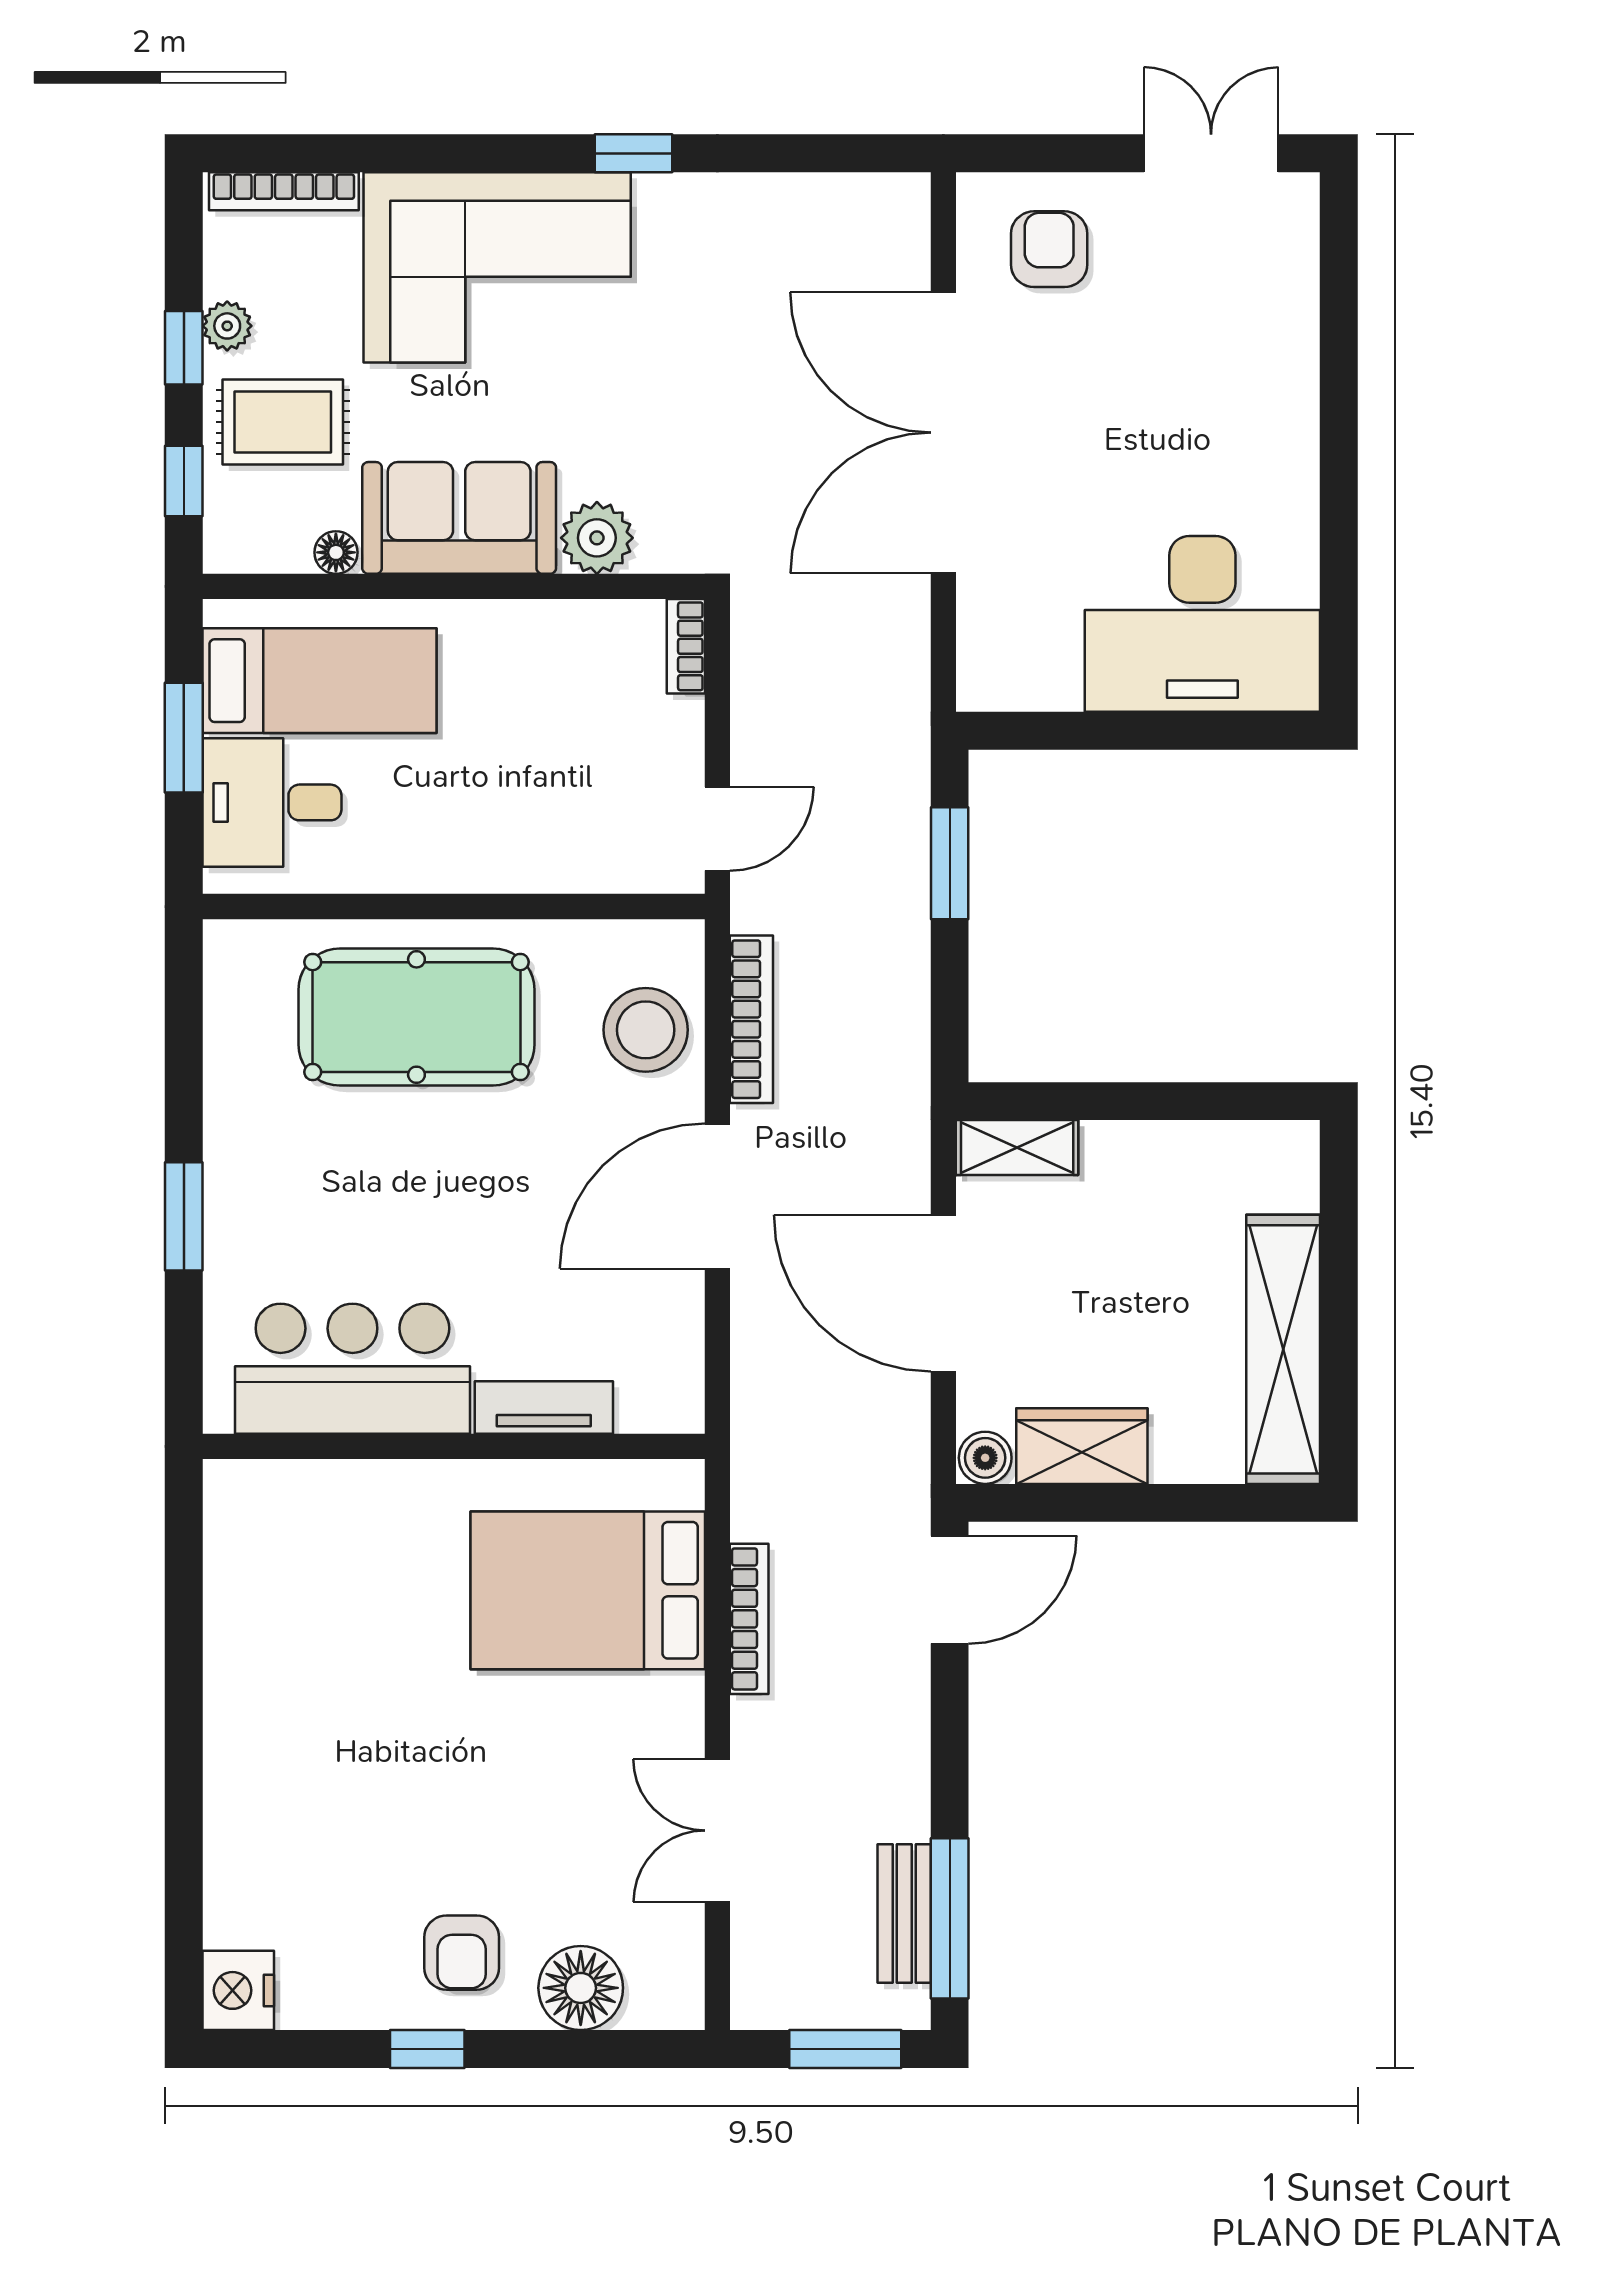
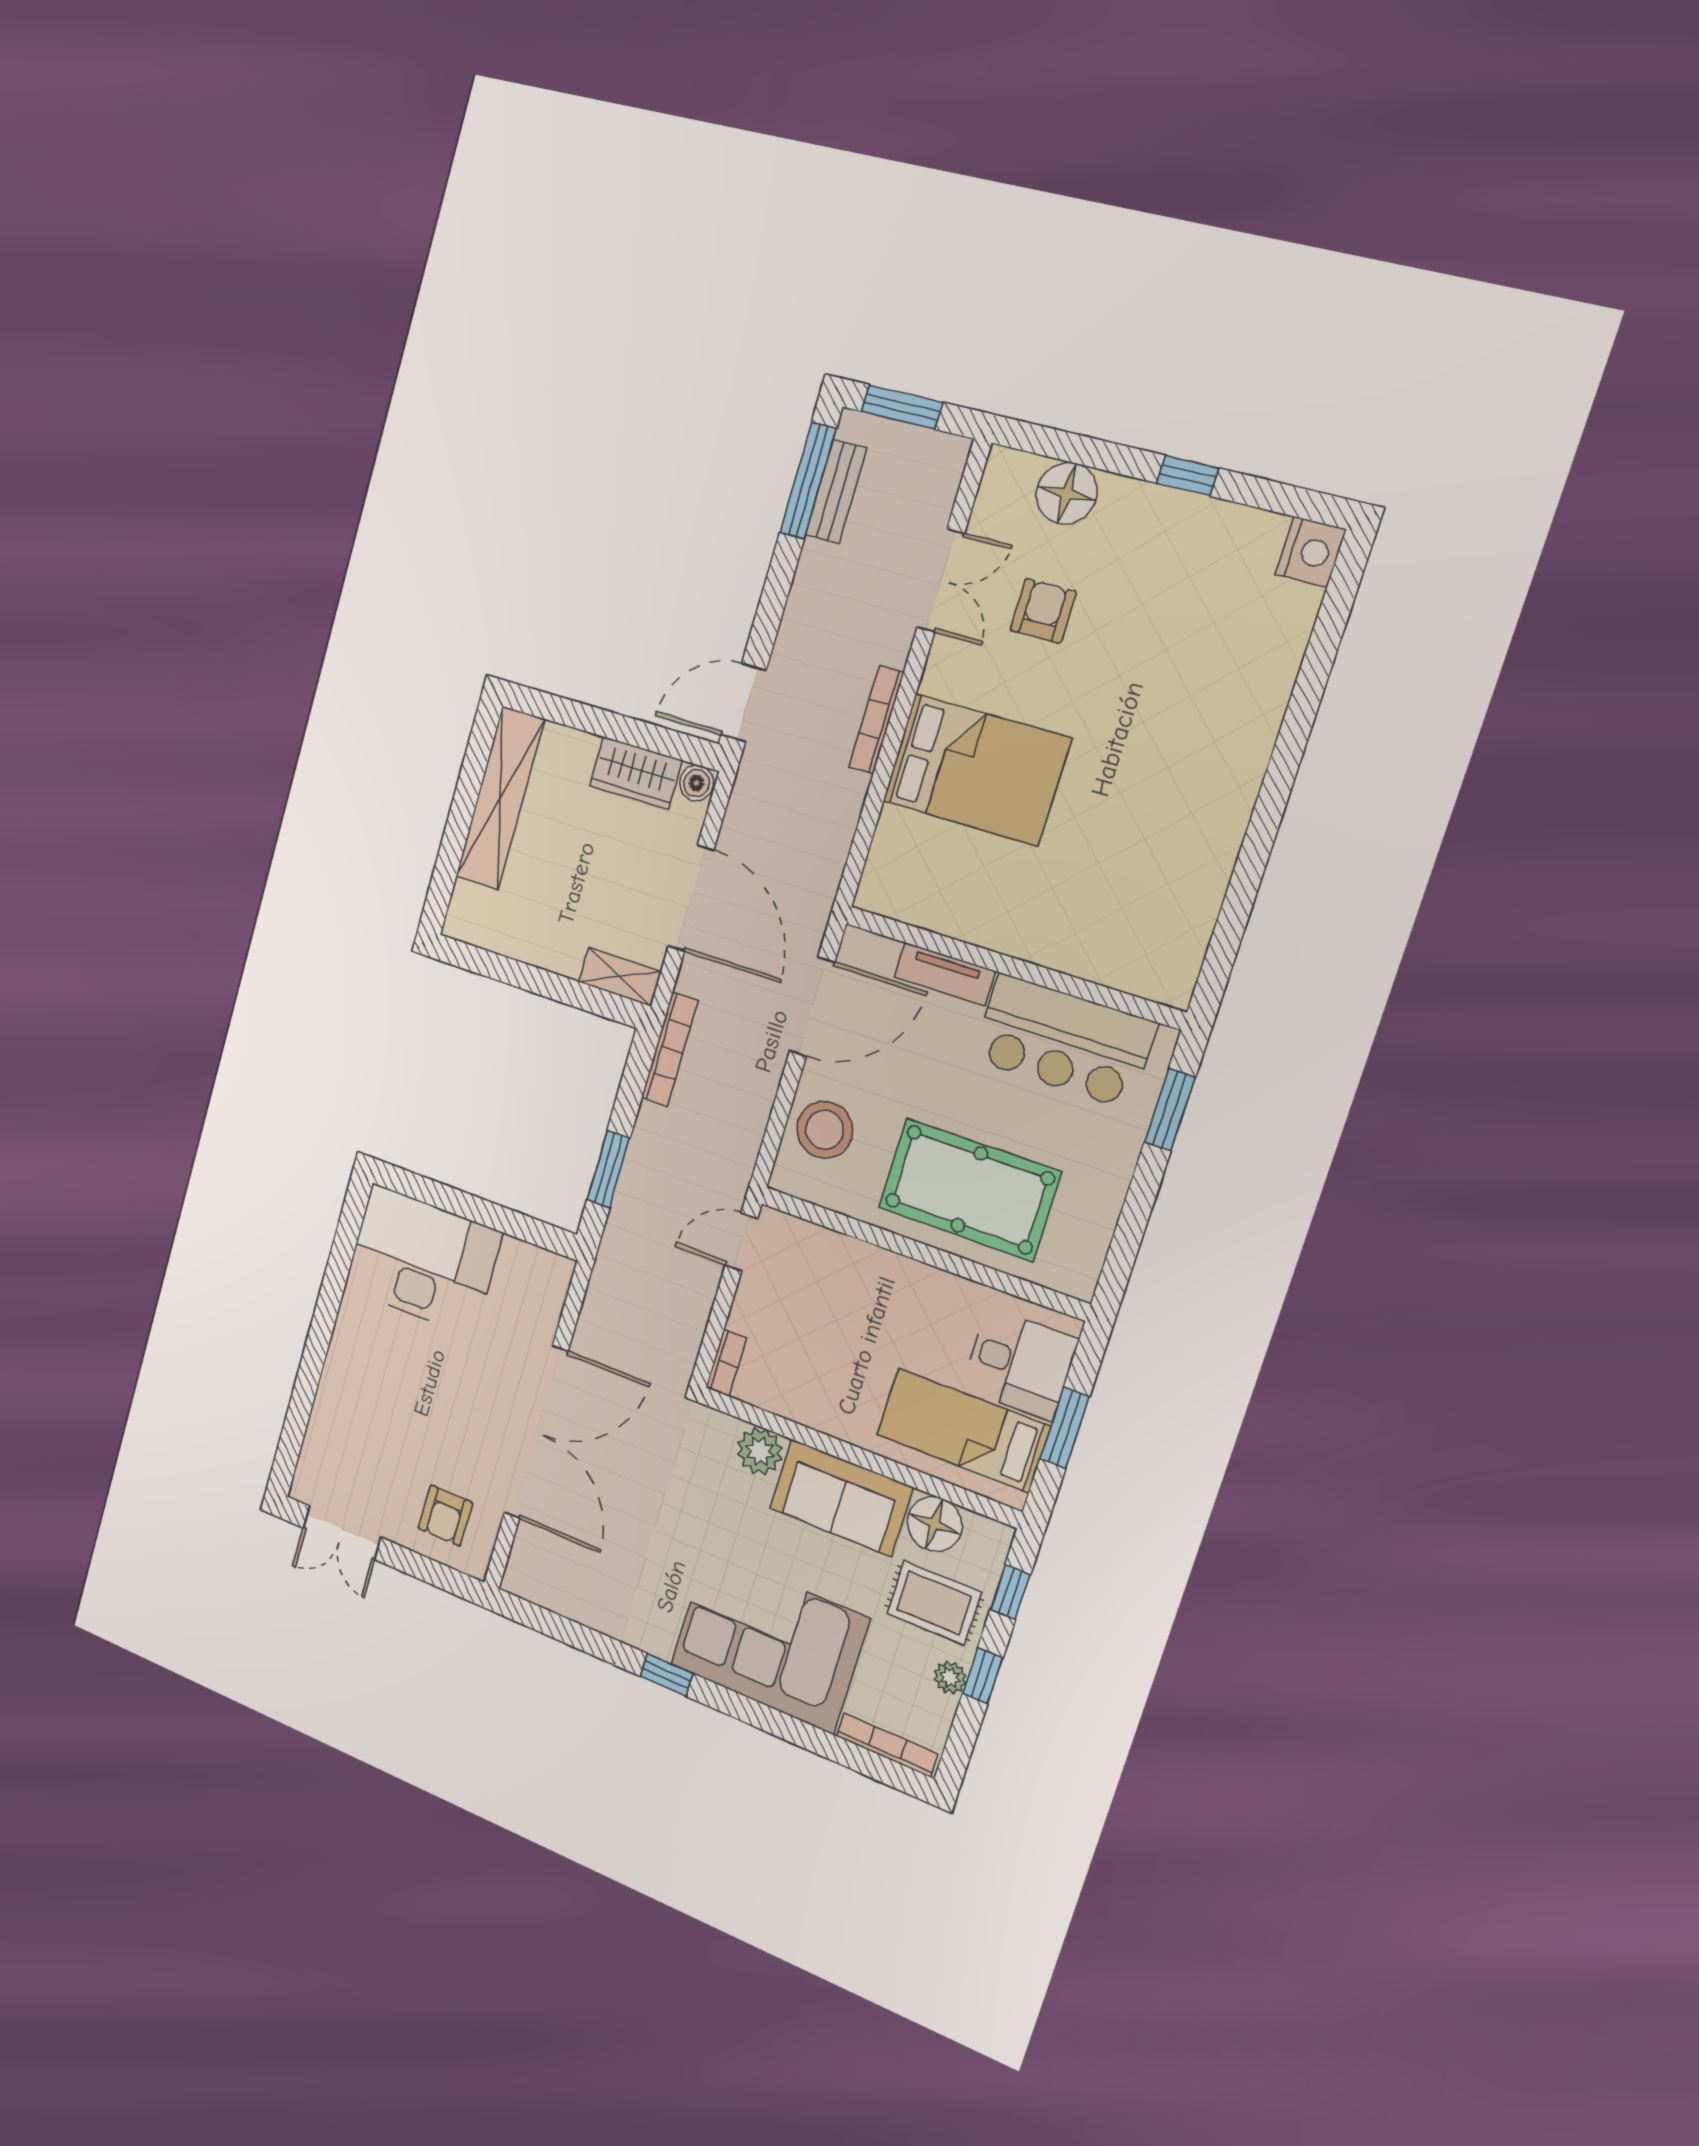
floor lamp: (336, 552) -> (935, 1524), width x1.89, depth x1.89
bookcase: (751, 1019) -> (670, 1049), moved, turned 180
bar counter: (352, 1369) -> (1064, 1041), moved
tv unit: (544, 1408) -> (945, 974), moved
wall: (454, 1446) -> (1013, 967), moved
armchair: (462, 1953) -> (1043, 611), moved

